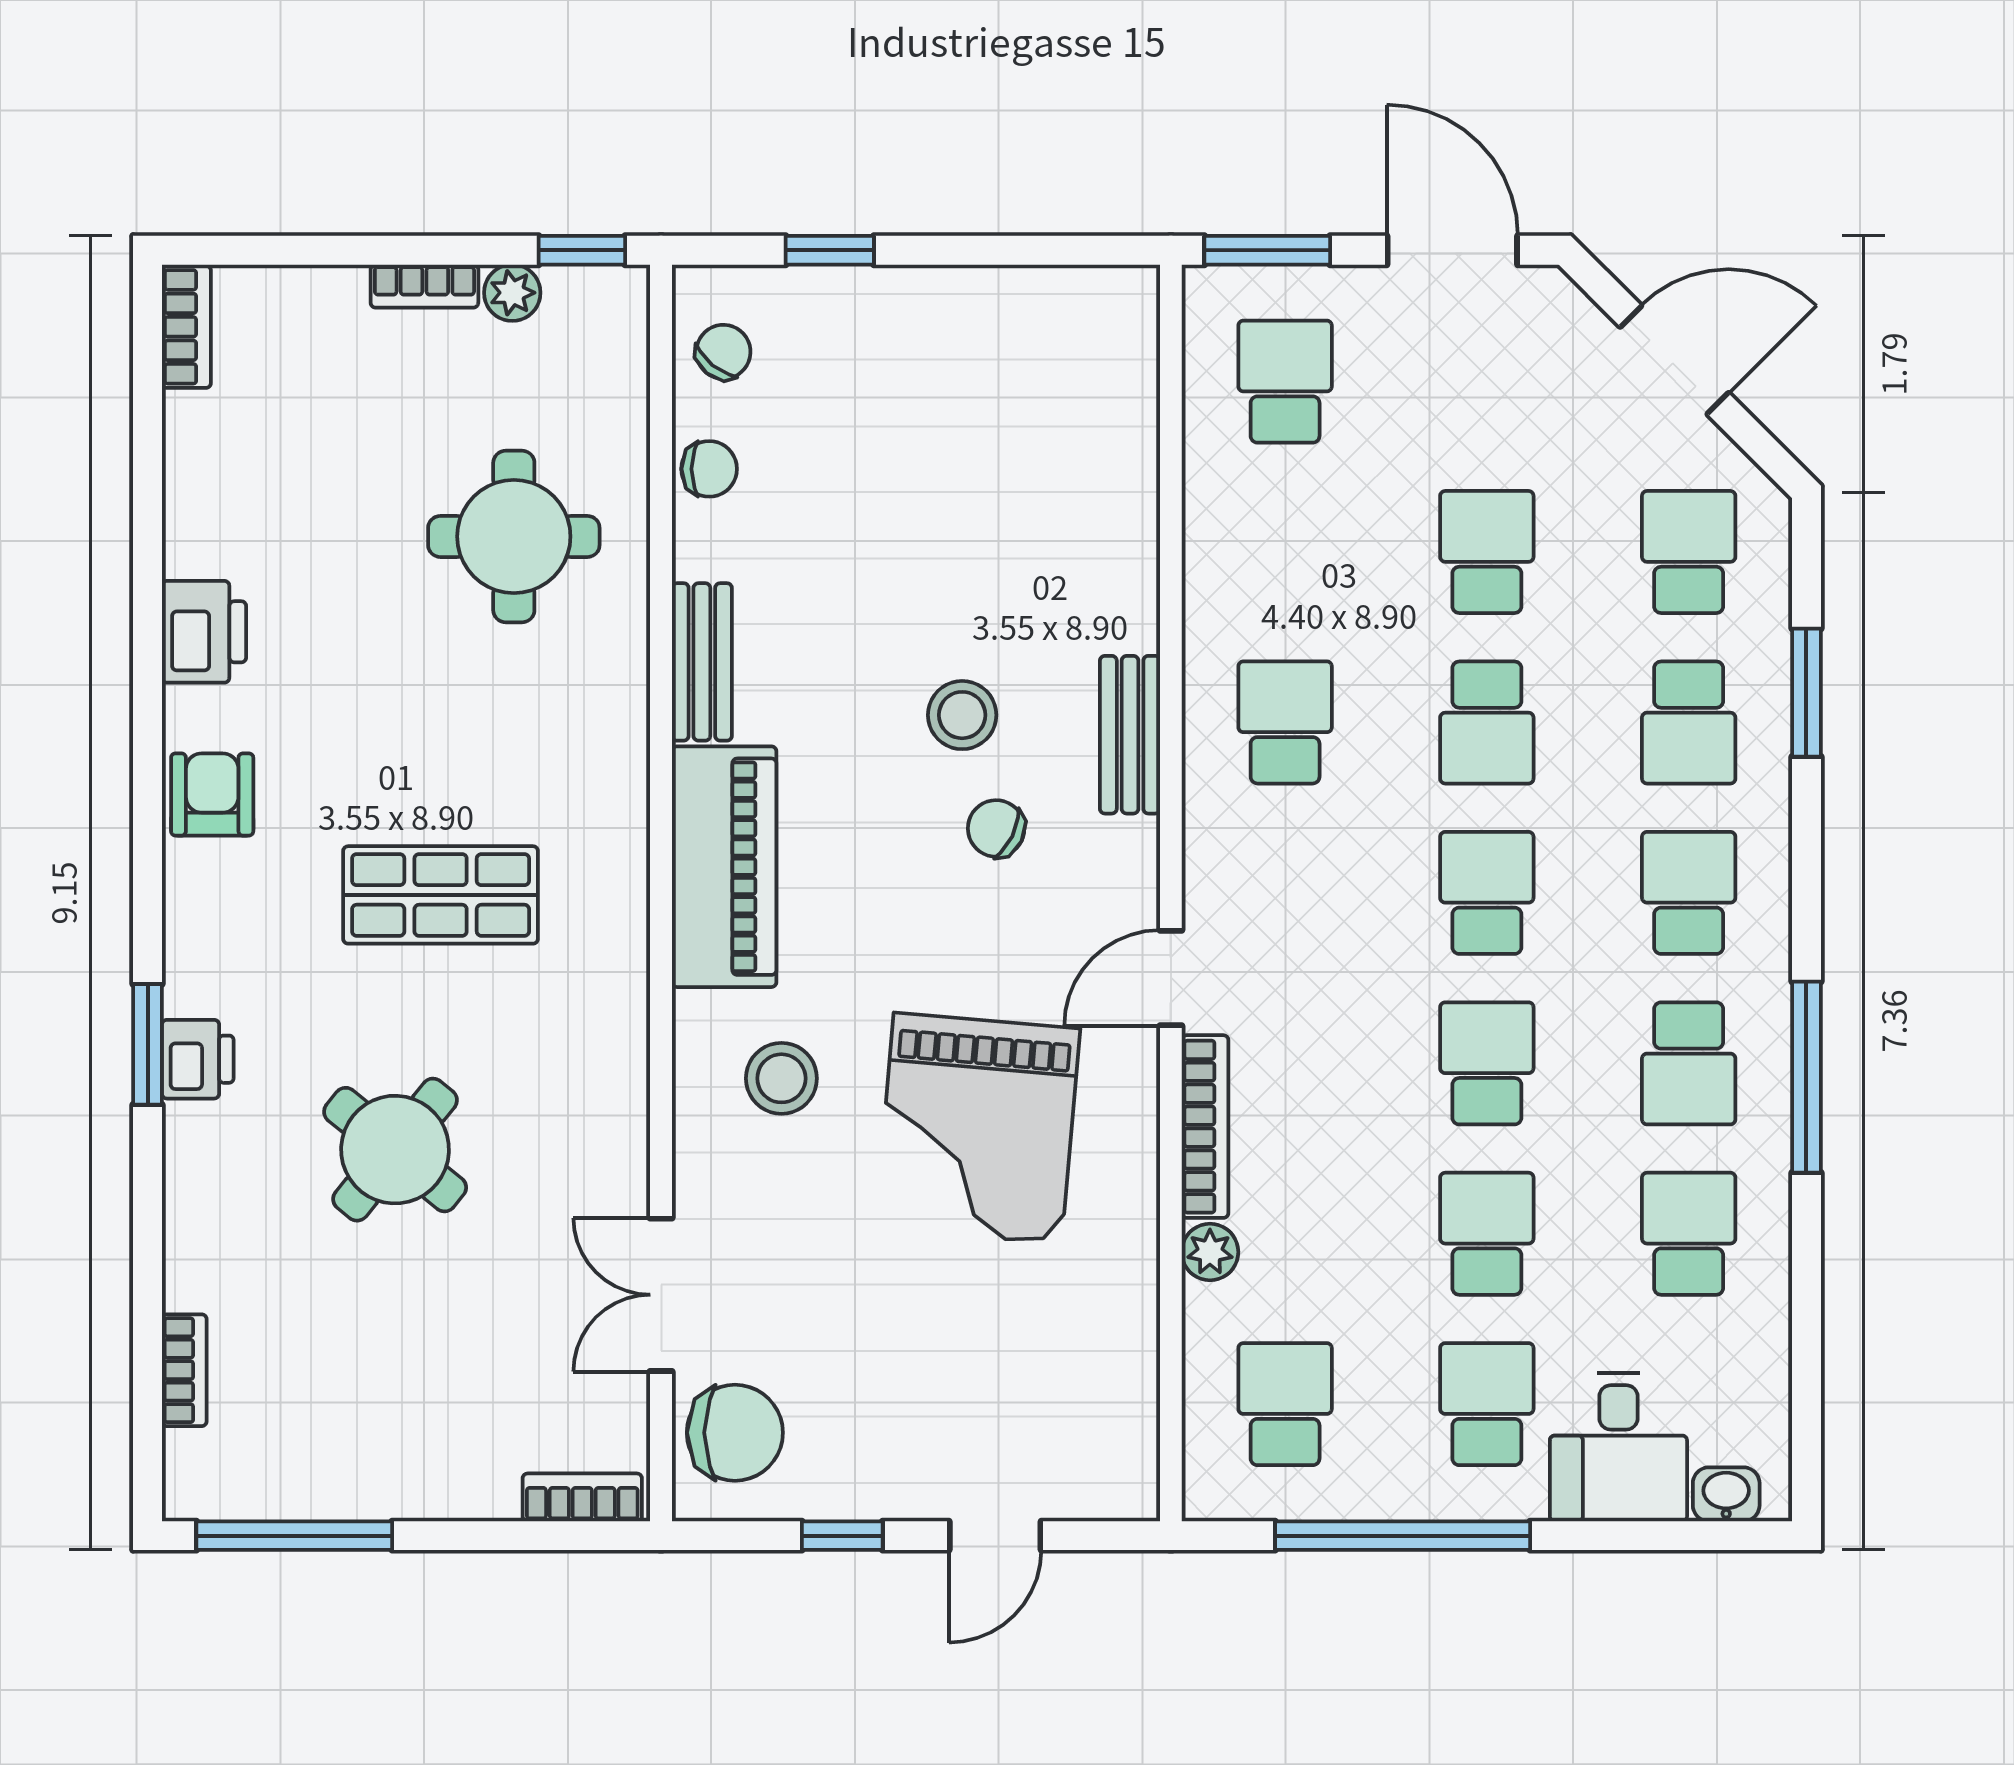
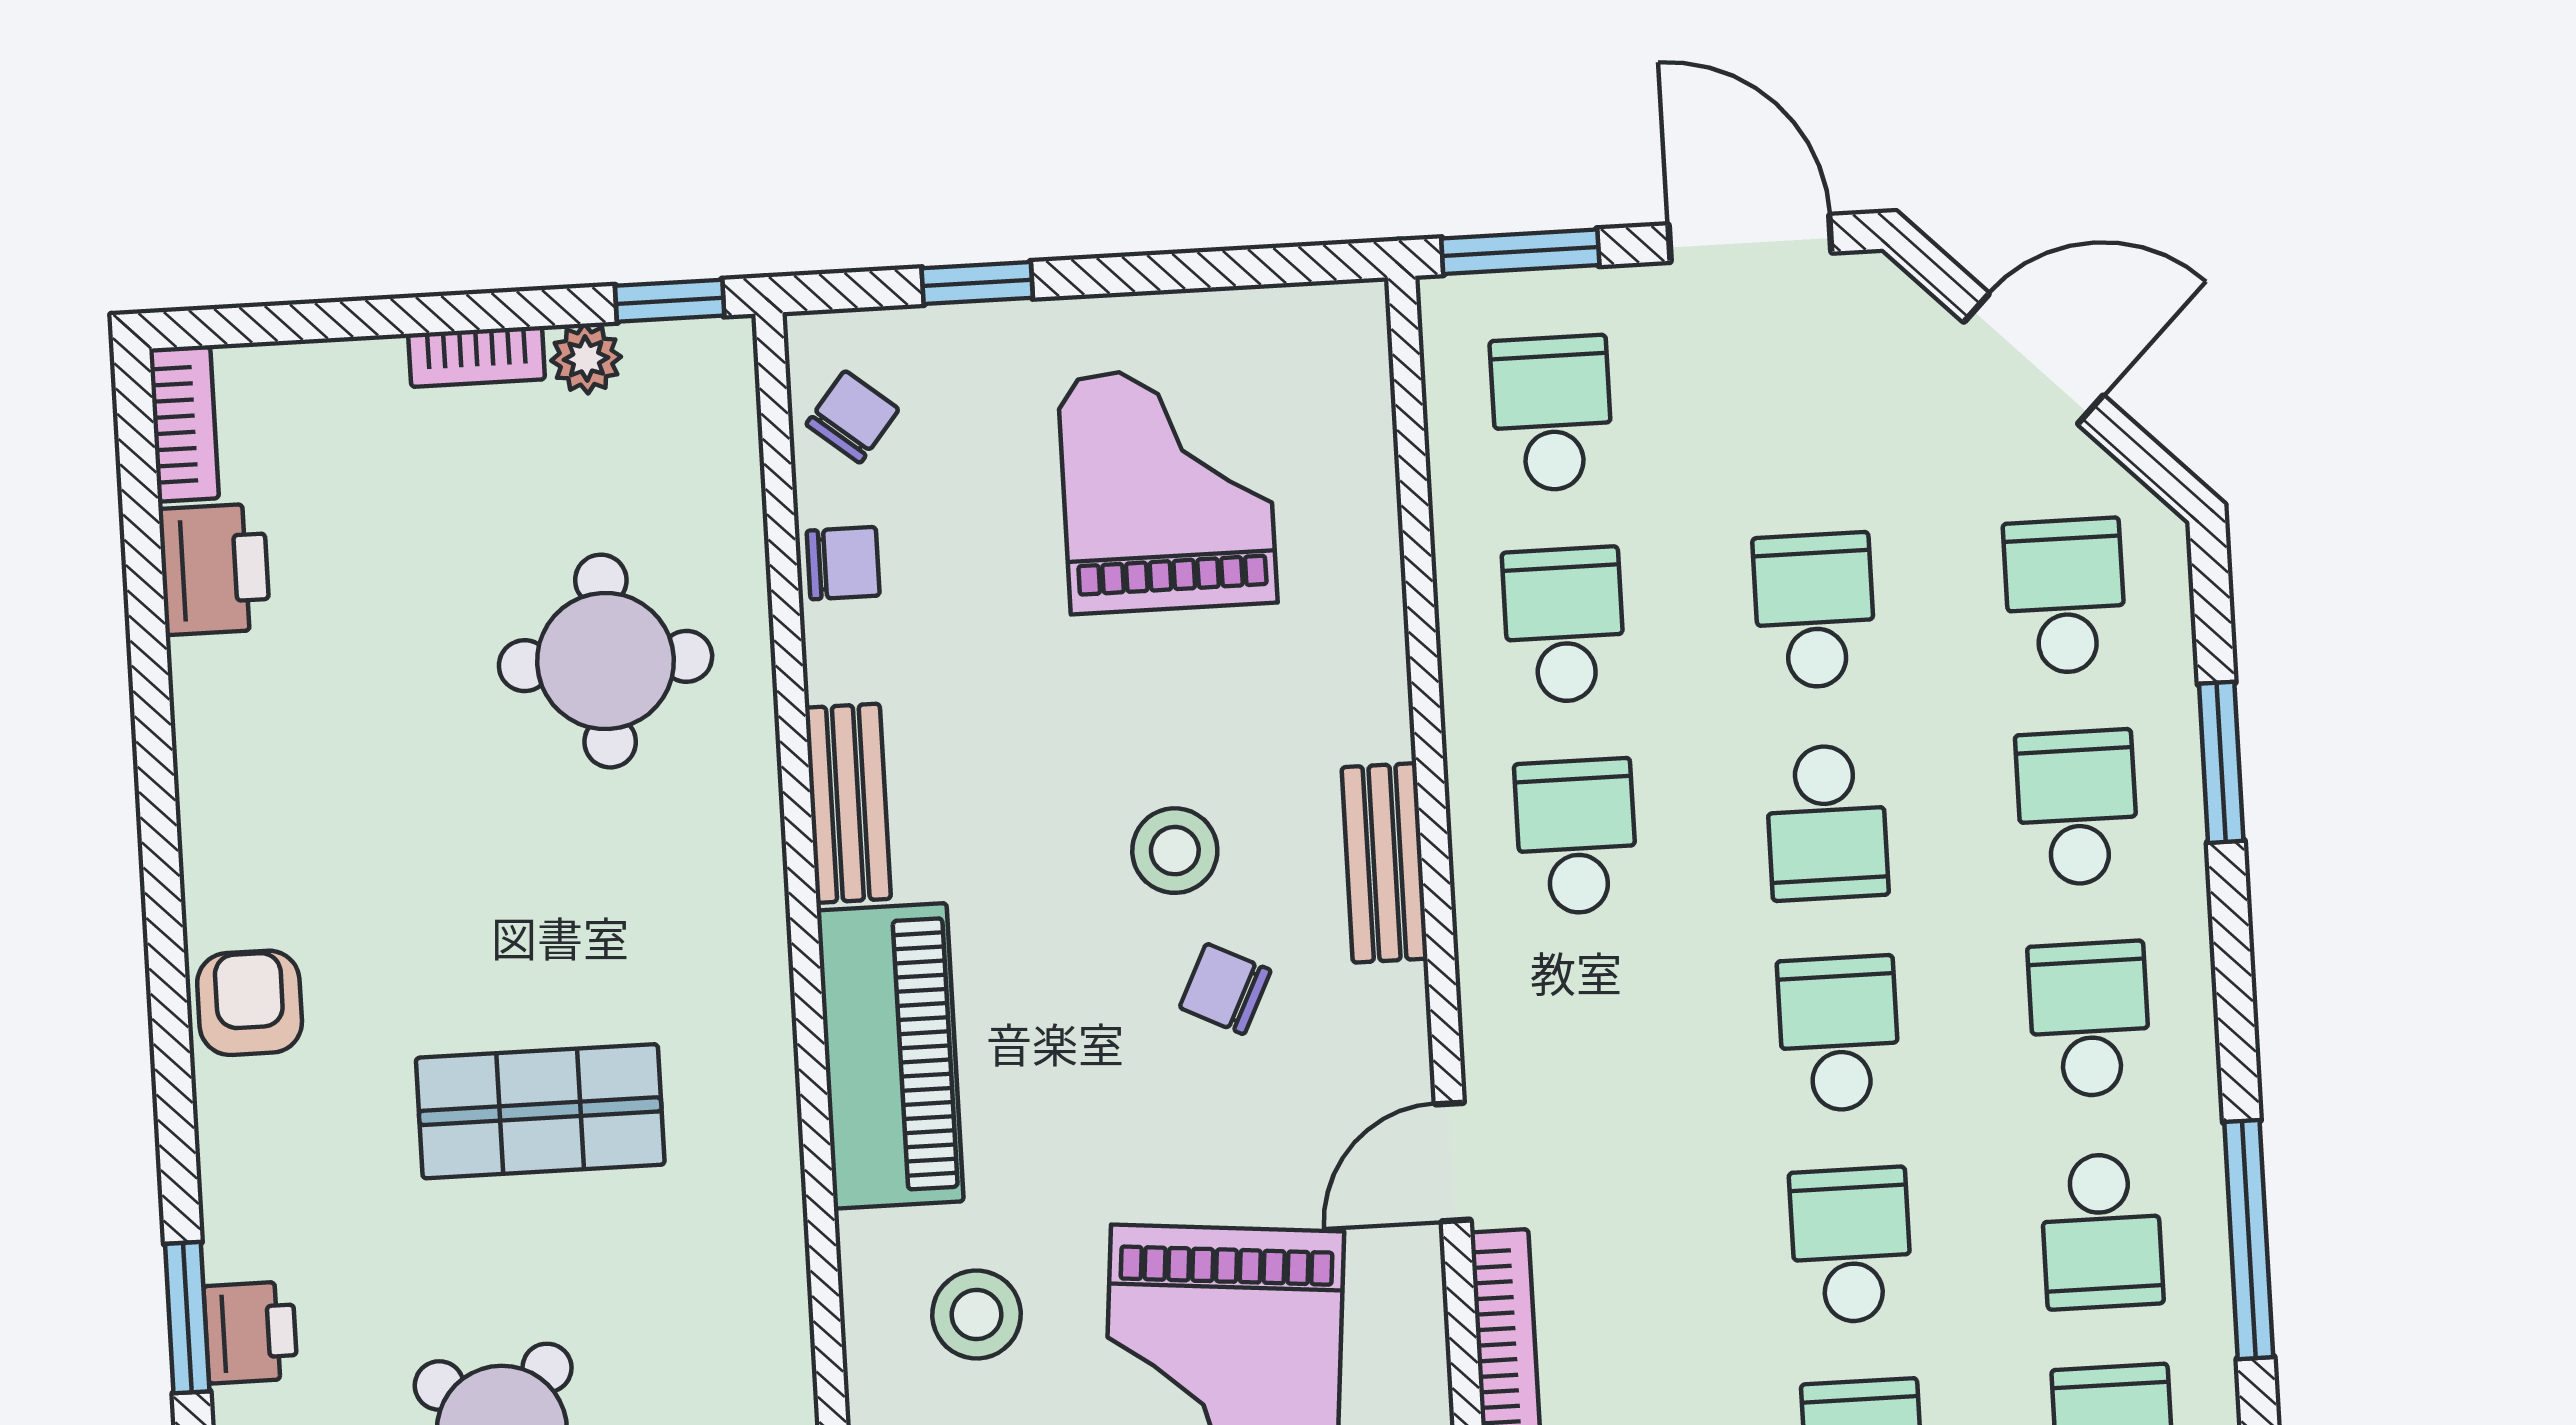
grand piano: (973, 425) -> (1167, 489), added
school desk: (1285, 552) -> (1564, 625), added
printer: (204, 632) -> (214, 569), moved
school desk: (1689, 722) -> (2077, 808), turned 180

